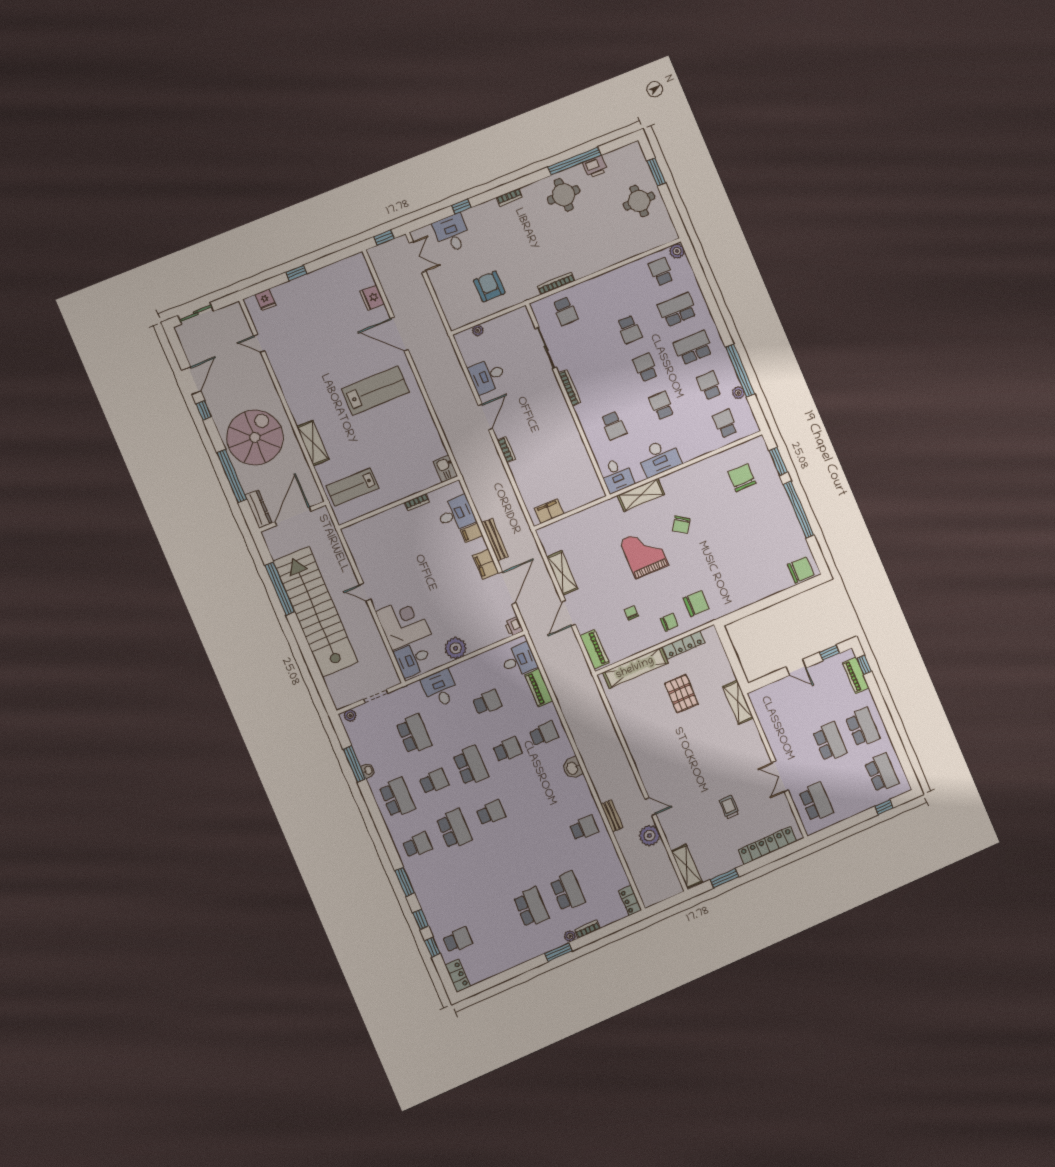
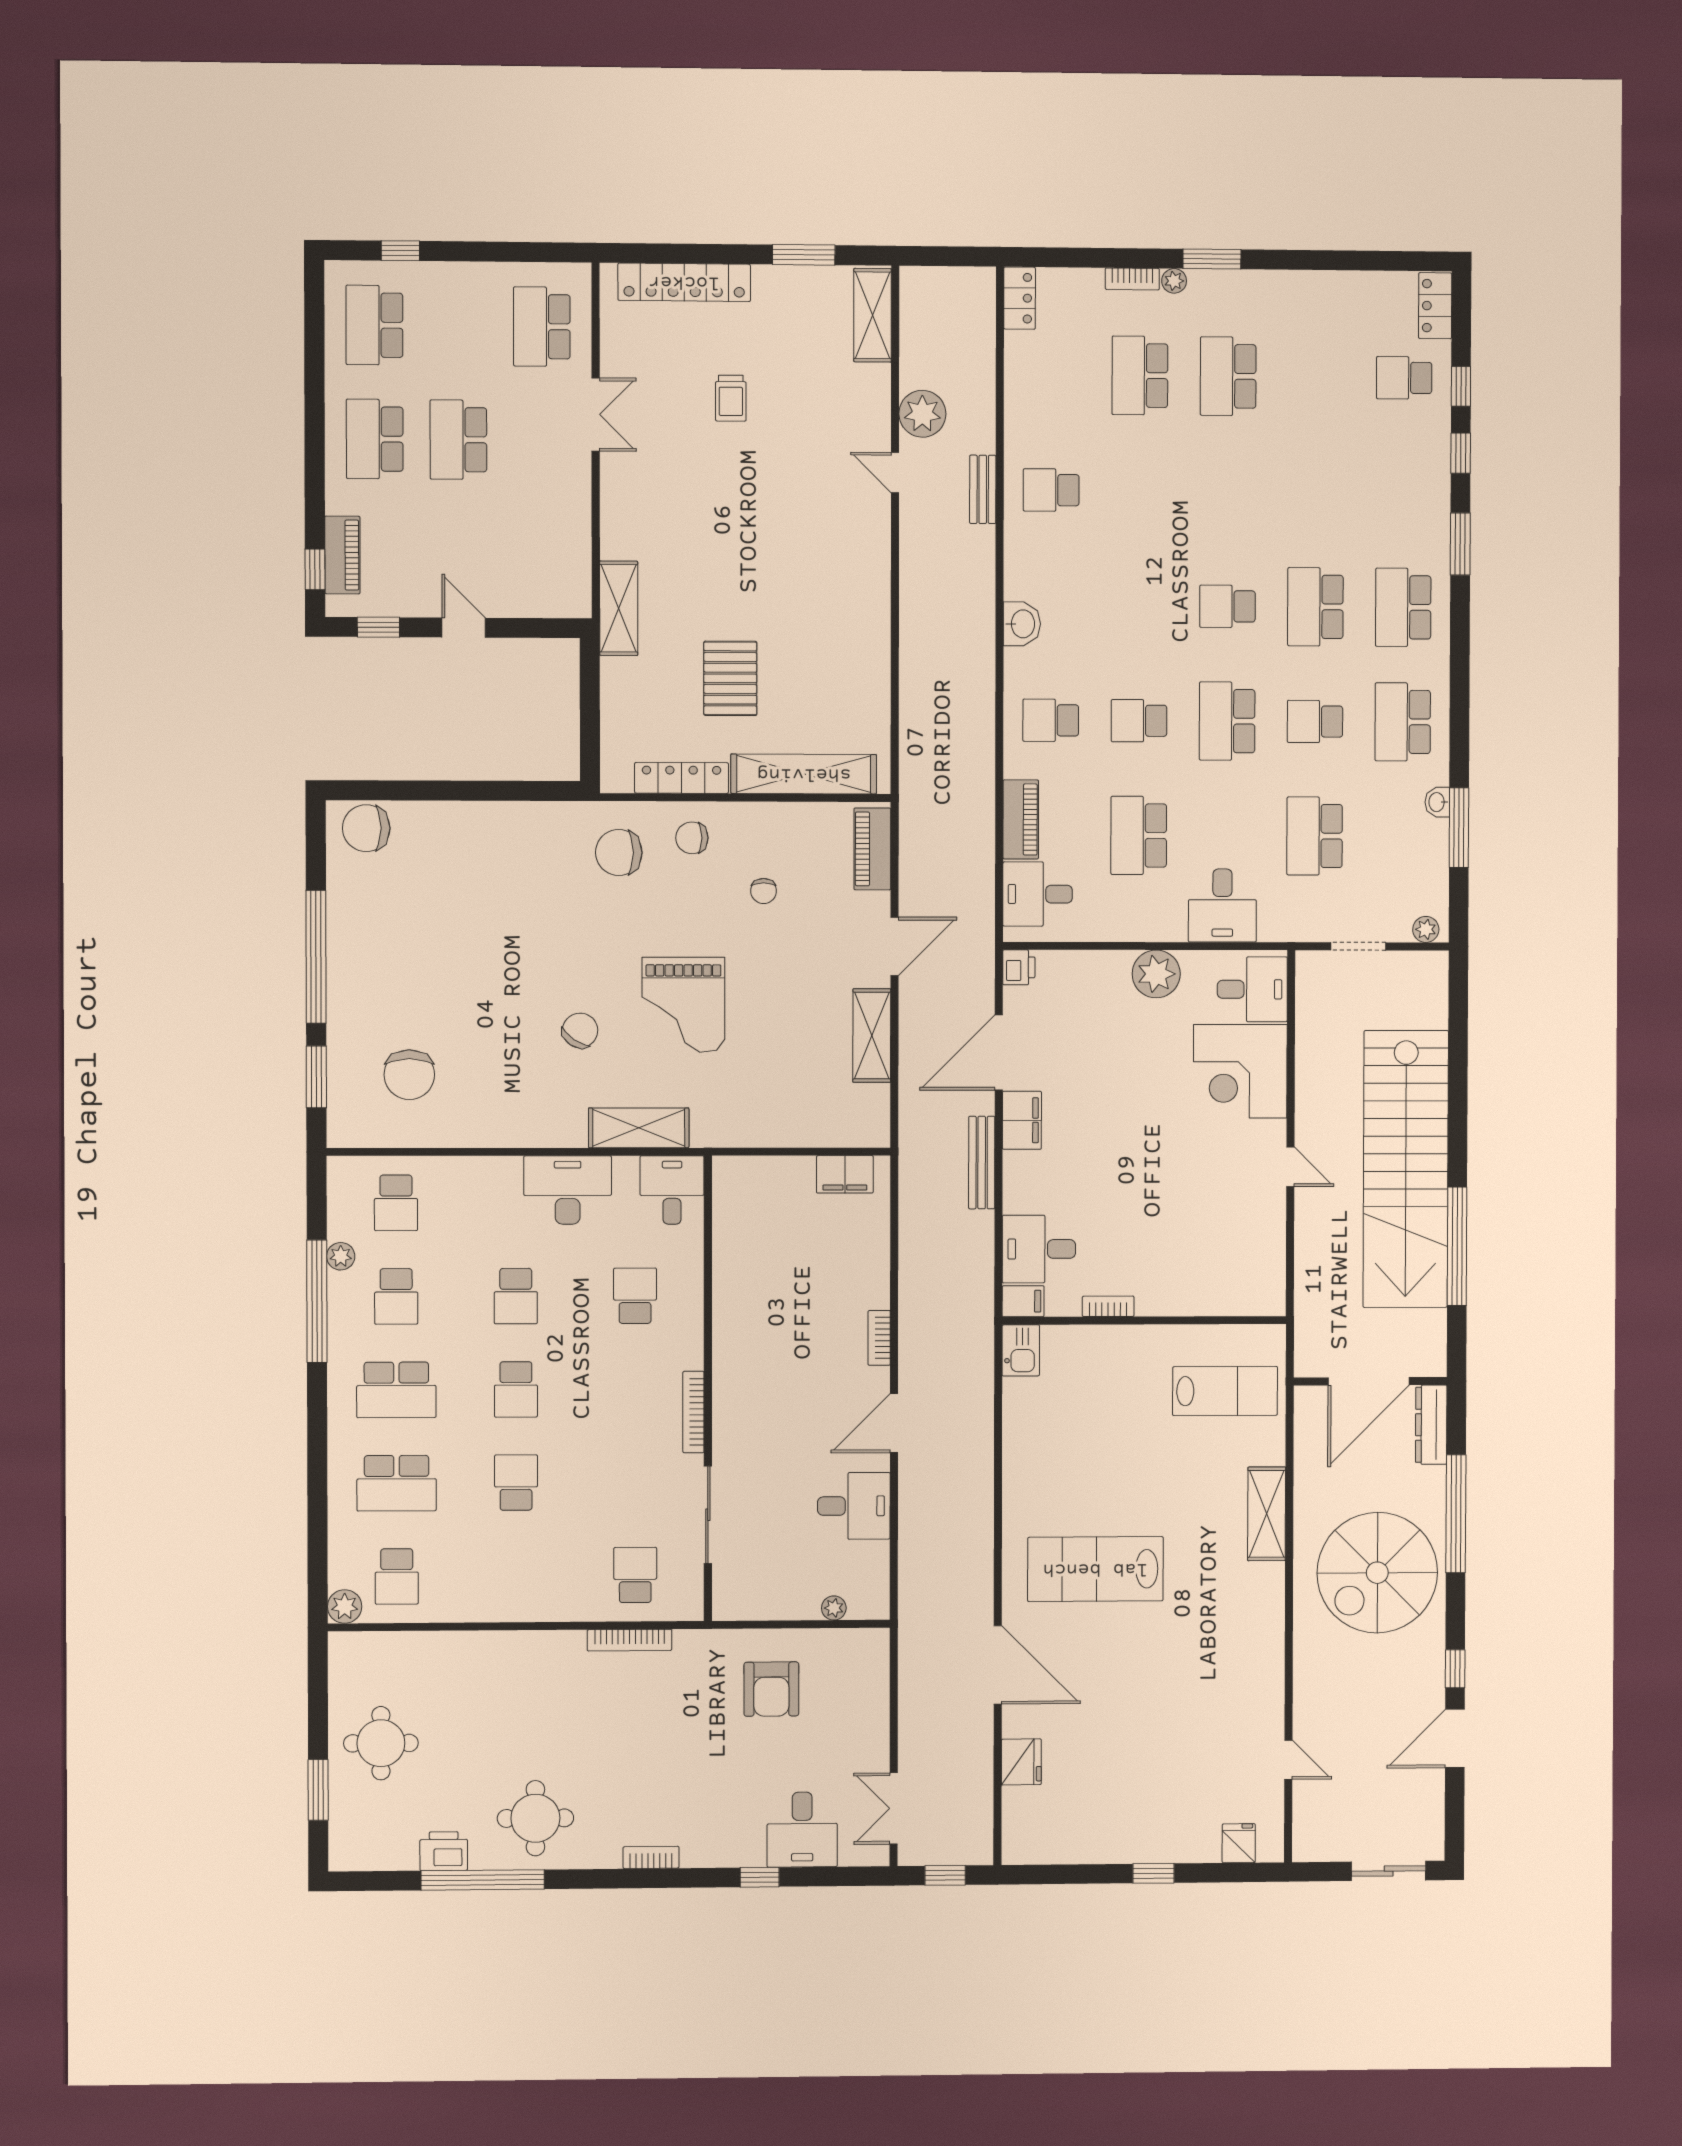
filing cabinet: (472, 533) -> (1023, 1301), moved
school desk: (487, 702) -> (1139, 835), width x1.85
school desk: (417, 845) -> (1403, 607), width x1.85

